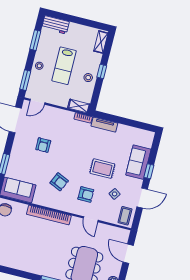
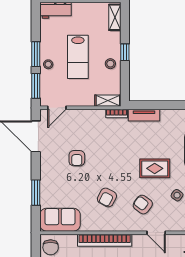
window: (35, 40) -> (36, 54), moved
armchair: (59, 182) -> (107, 197), turned 94
armchair: (86, 194) -> (143, 205), turned -143

